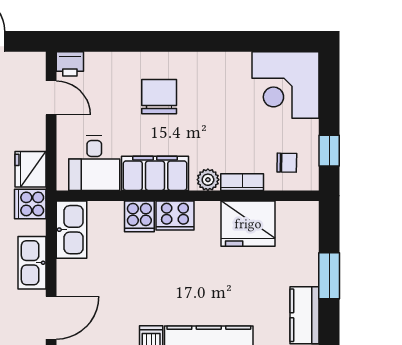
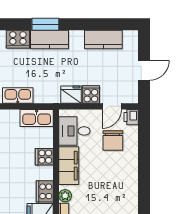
chair: (159, 97) -> (113, 141), moved, turned 90
cooker: (30, 204) -> (91, 95), moved
cooker: (175, 215) -> (45, 191), moved

